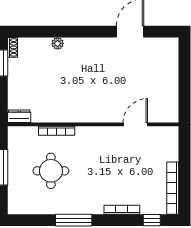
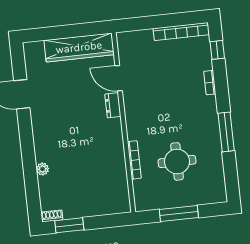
wardrobe: (168, 90) -> (79, 47), added
dresser: (19, 116) -> (113, 105), moved
bookcase: (122, 210) -> (210, 83), width x0.64

